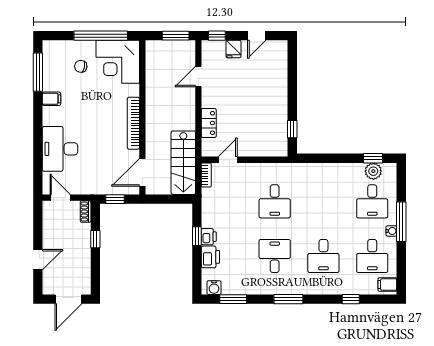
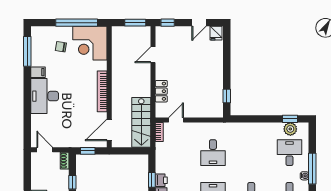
fridge: (233, 49) -> (216, 33), moved
desk: (60, 149) -> (45, 96), moved
desk: (372, 201) -> (289, 153), turned 180

